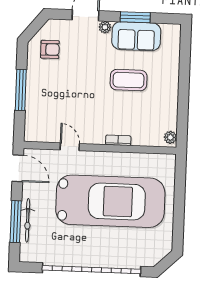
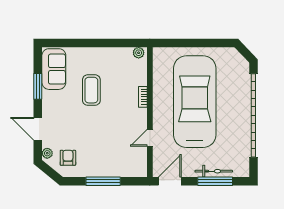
plant: (105, 27) -> (47, 153), moved
sofa: (136, 36) -> (54, 69), moved

